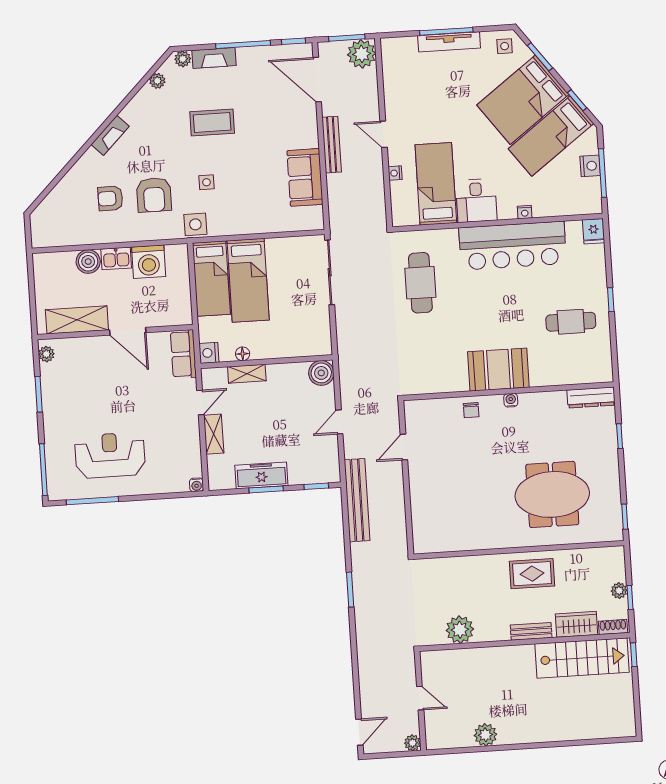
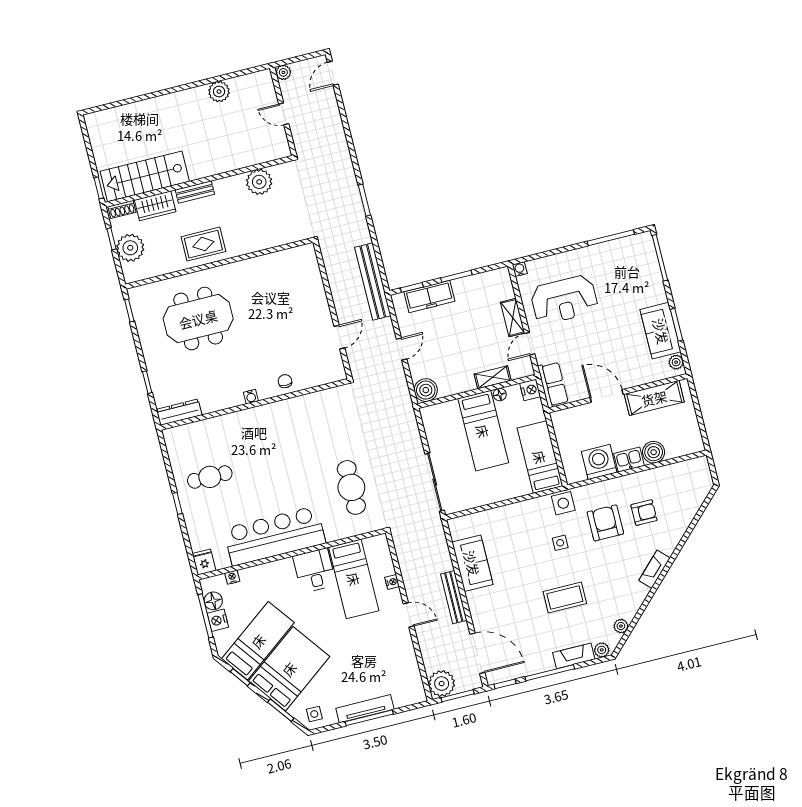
floor lamp: (591, 188) -> (213, 601), added
nightstand: (525, 212) -> (232, 577), moved
bed: (248, 280) -> (483, 431), moved, turned 180
booth: (498, 370) -> (267, 422), removed
sofa: (57, 391) -> (661, 331), added
reception desk: (110, 455) -> (564, 300), moved
freezer: (261, 475) -> (429, 297), moved
plant: (619, 591) -> (130, 248), width x1.87, depth x1.87

